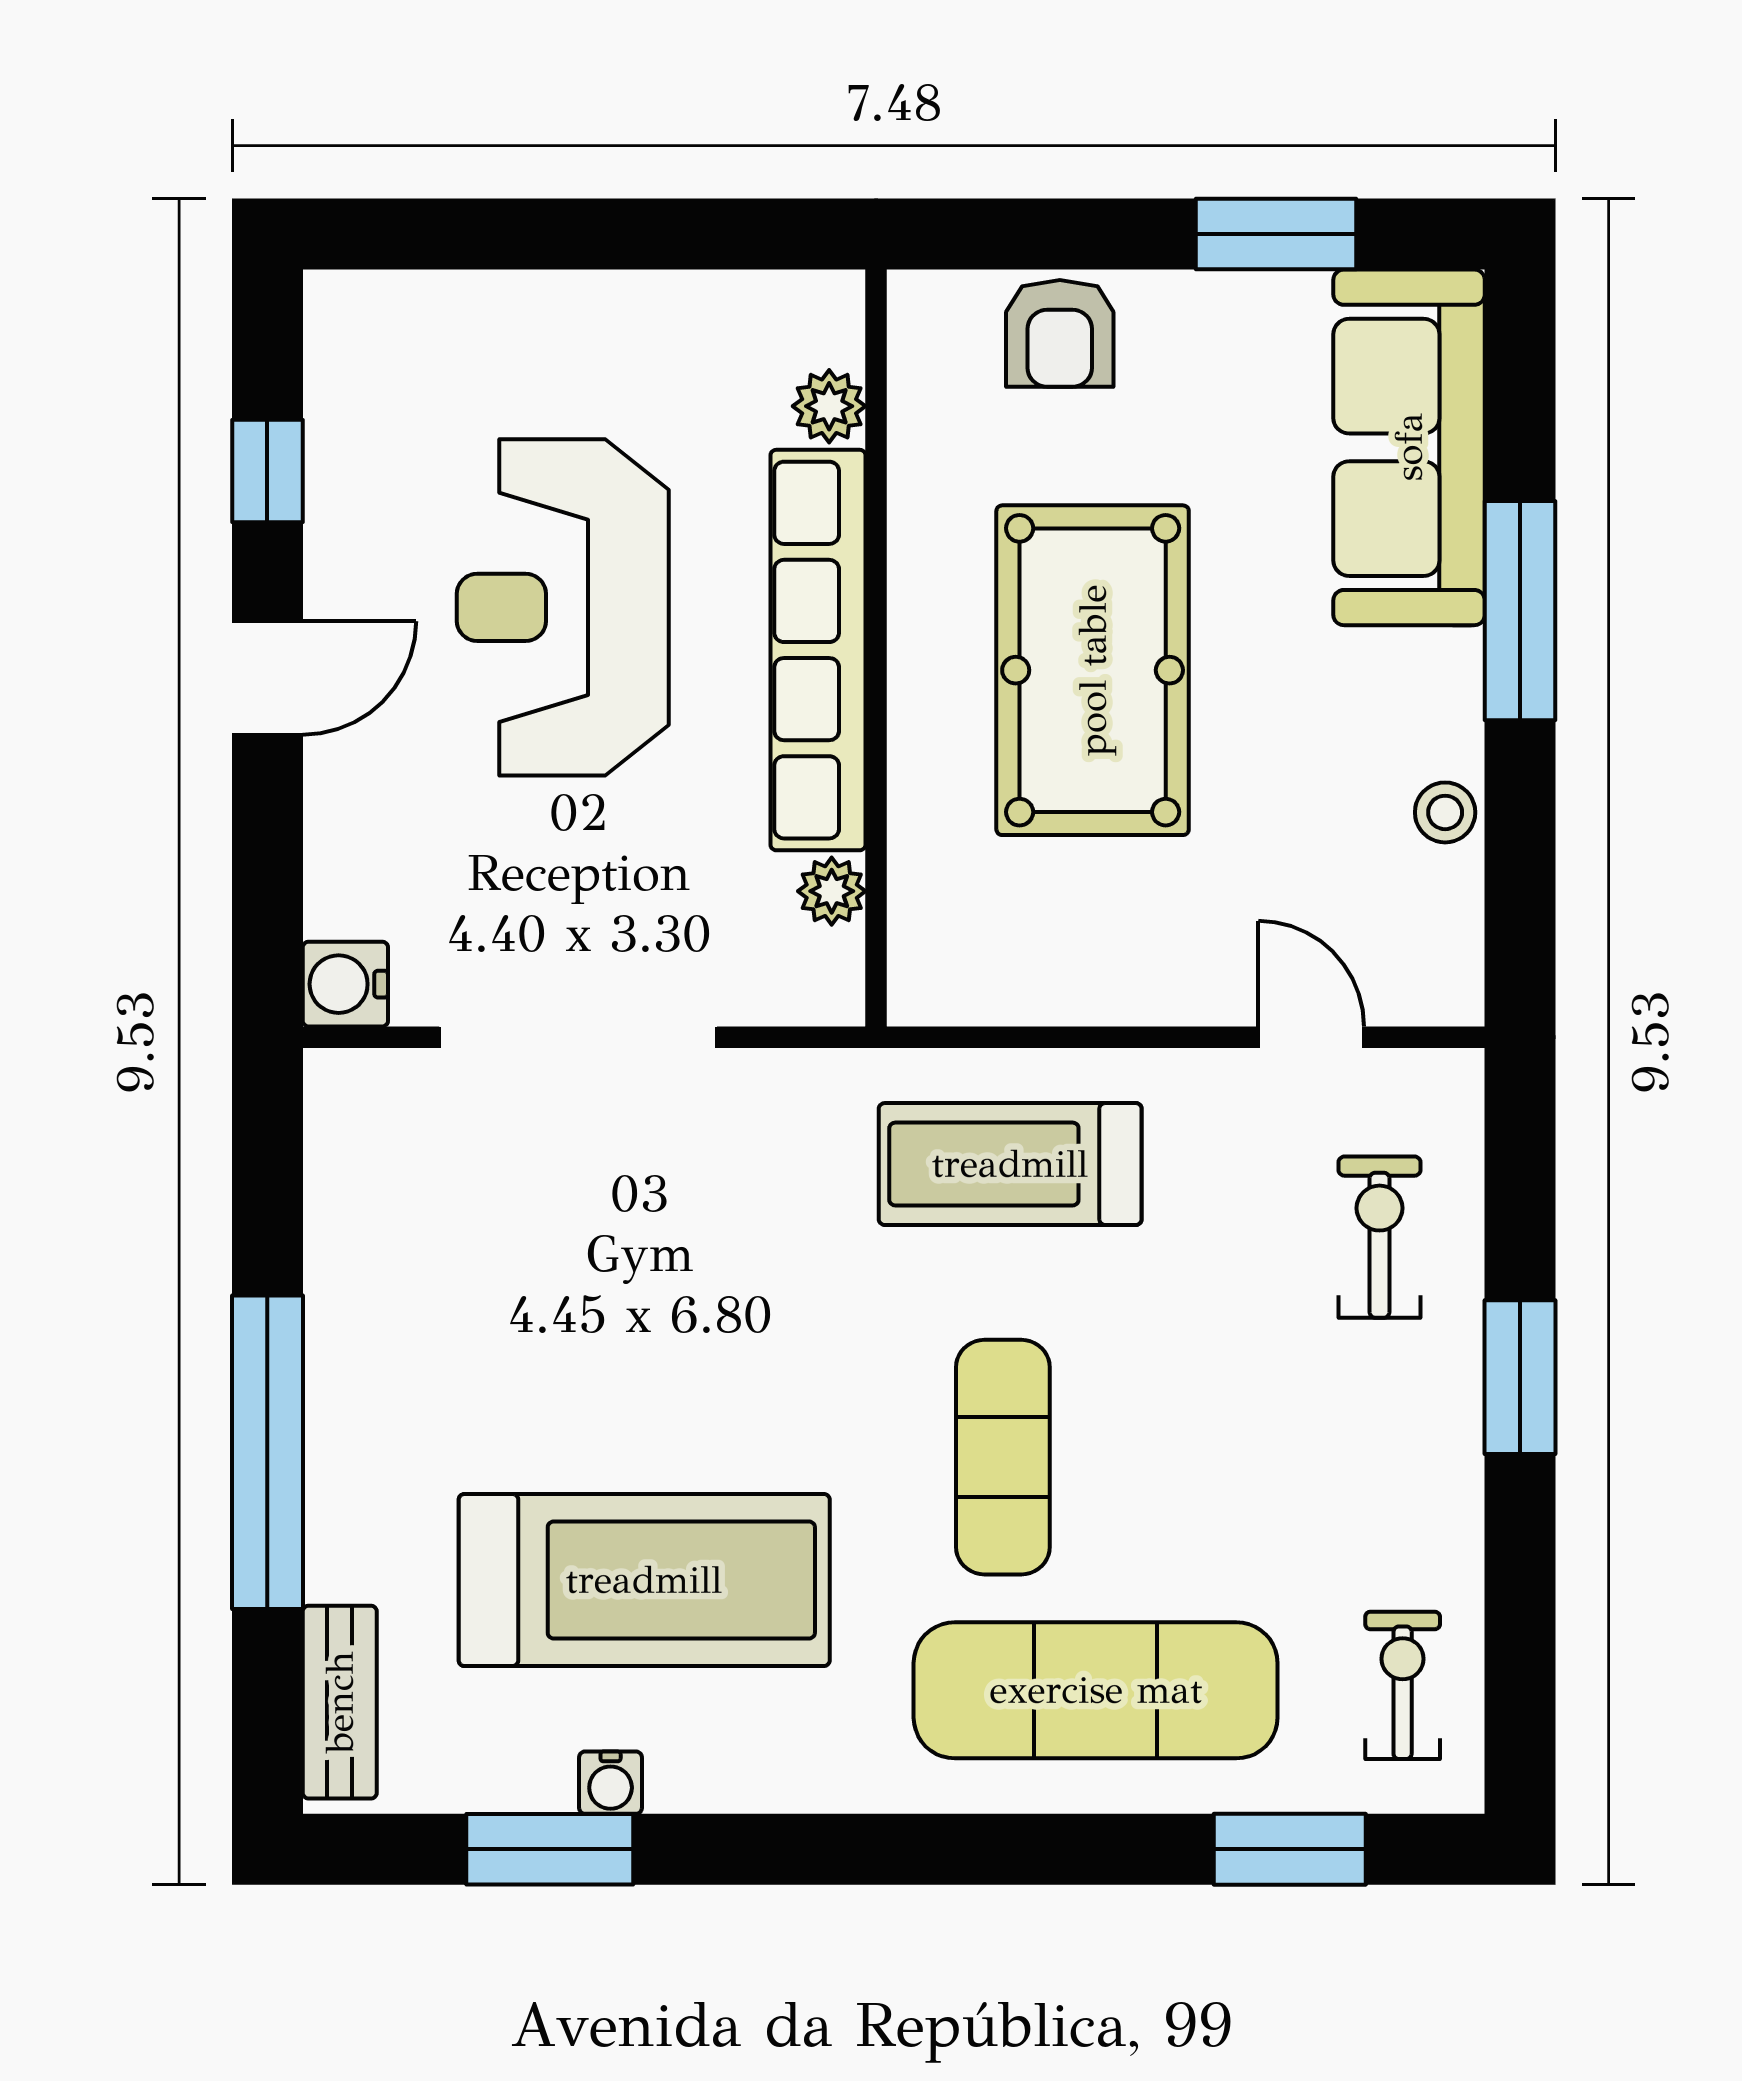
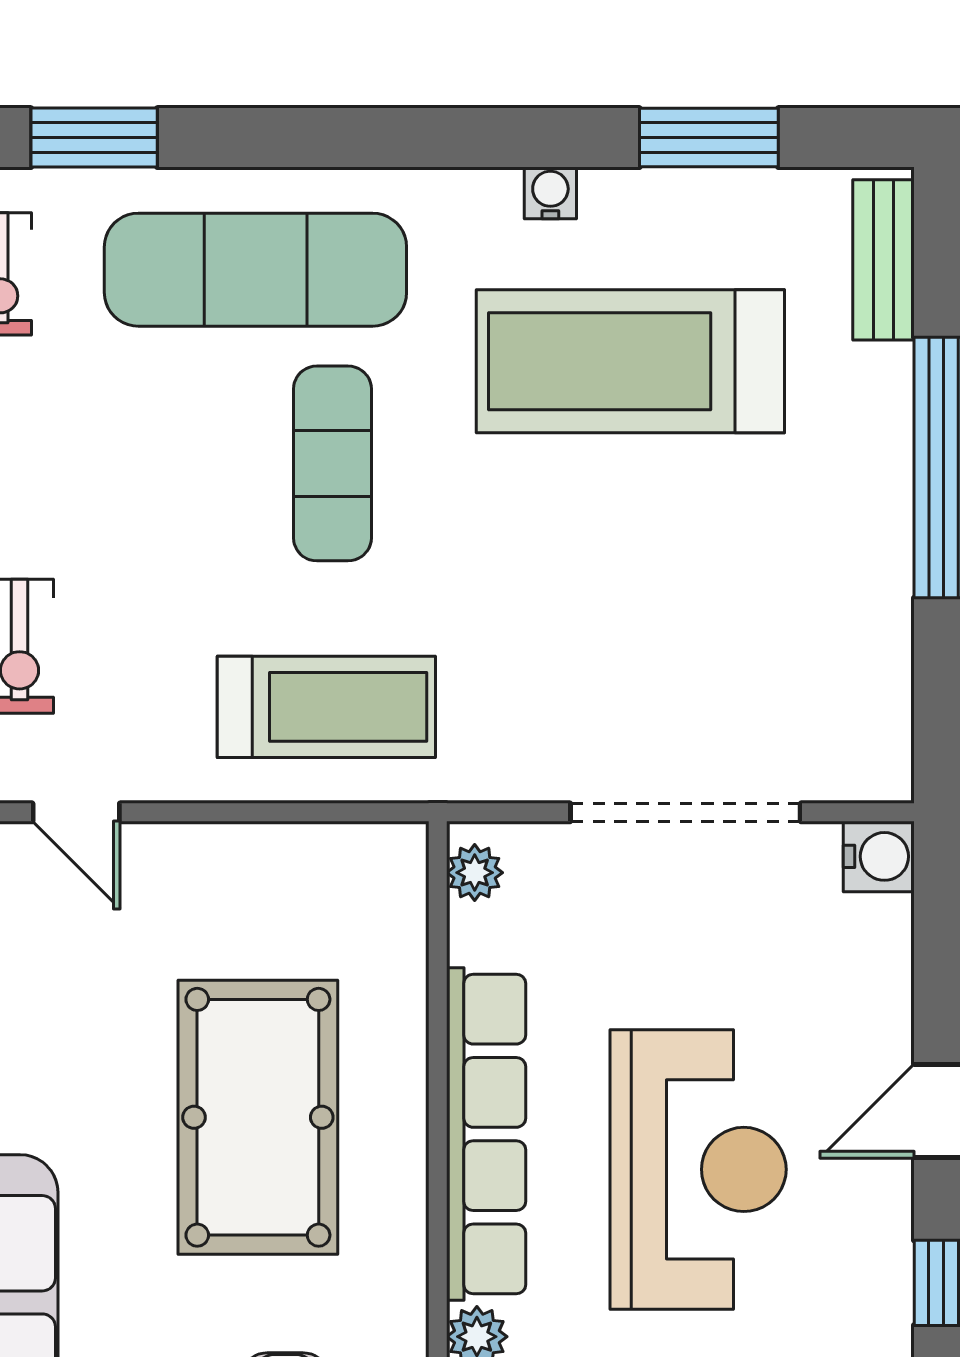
plant: (832, 891) -> (475, 873), moved
water cooler: (611, 1783) -> (550, 193), moved

